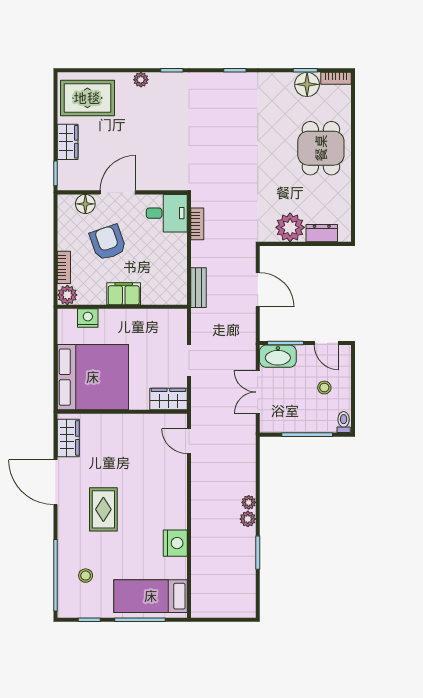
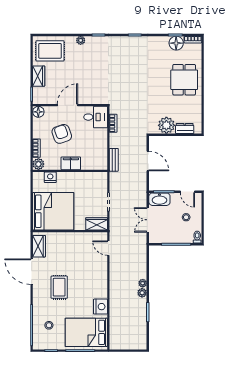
floor lamp: (85, 204) -> (38, 112), moved
bed: (151, 596) -> (86, 332), width x1.50

